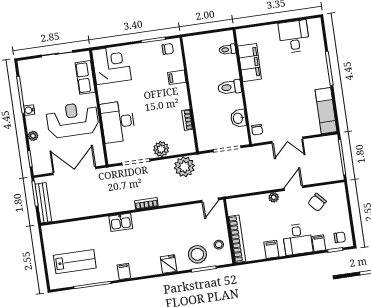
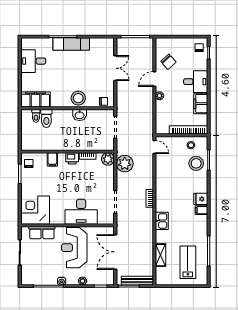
filing cabinet: (250, 63) -> (36, 100), moved
toilet: (230, 87) -> (46, 118), moved
stool: (257, 98) -> (78, 98), added
printer: (182, 101) -> (72, 158), added
exam couch: (326, 111) -> (71, 44), moved
washbasin: (238, 118) -> (80, 115), moved
double door: (287, 140) -> (115, 68), moved
plant: (161, 149) -> (108, 159), moved
door: (293, 188) -> (154, 79), hinge flipped
shelving: (79, 227) -> (161, 255), added
filing cabinet: (319, 243) -> (201, 65), removed
filing cabinet: (271, 249) -> (201, 104), width x2.00
fridge: (169, 264) -> (201, 199), moved
filing cabinet: (124, 271) -> (201, 210), moved

